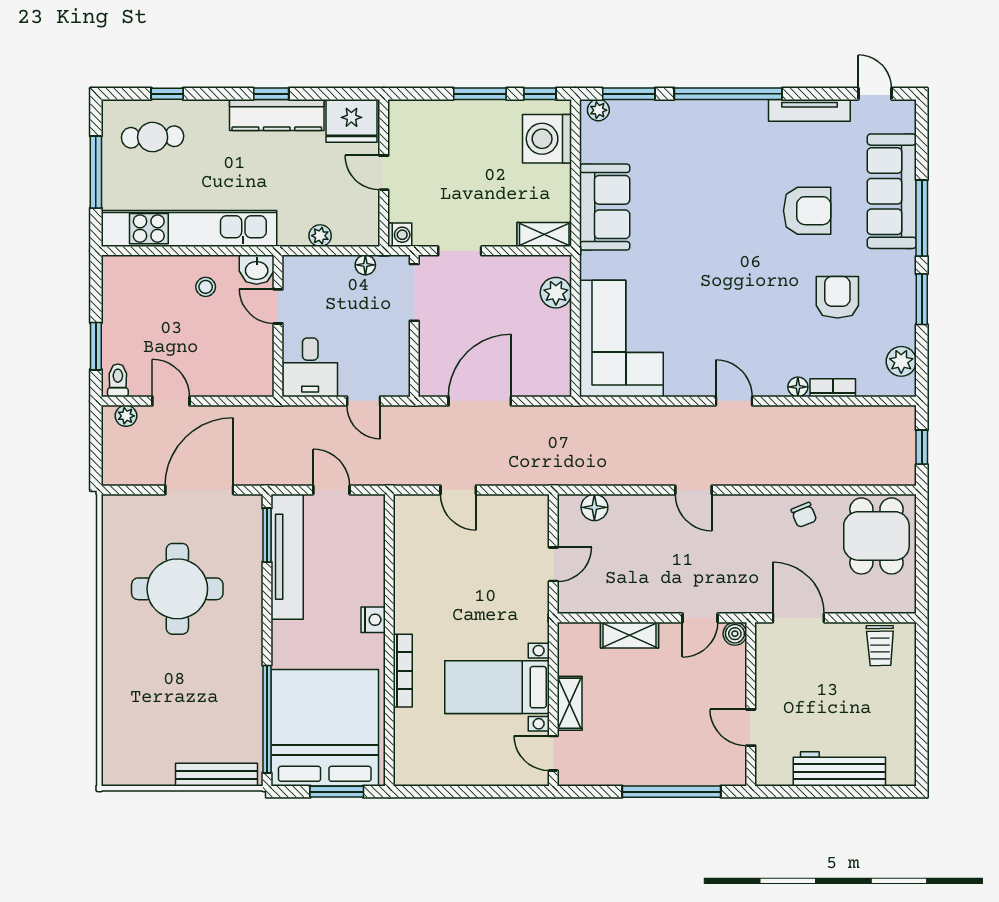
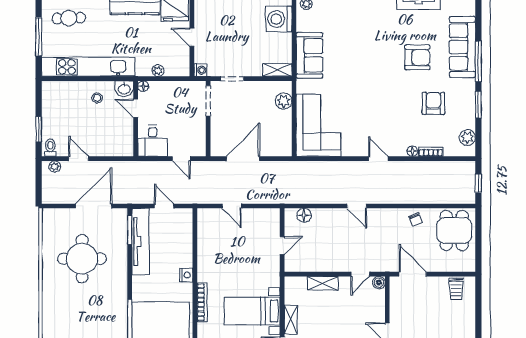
floor lamp: (365, 265) -> (143, 86), moved

